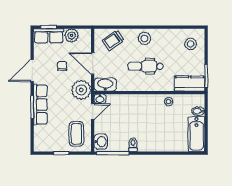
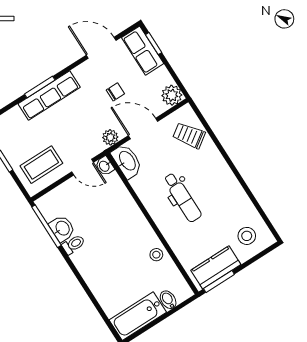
plant: (72, 35) -> (172, 95), moved
stool: (144, 38) -> (216, 173), removed
door: (93, 64) -> (143, 128), hinge flipped
dental chair: (146, 66) -> (182, 197), turned 180
door: (32, 71) -> (101, 48), moved
kitchen counter: (190, 84) -> (216, 267), moved, turned -90
plant: (81, 90) -> (110, 137), width x0.53, depth x0.53
washbasin: (101, 142) -> (62, 228), moved, turned -90

